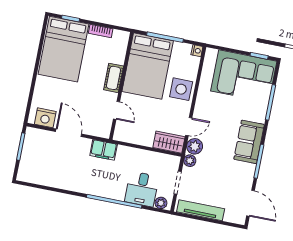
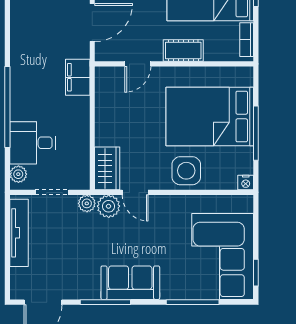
cot: (114, 78) -> (183, 51), moved
wall: (121, 86) -> (174, 64), moved
door: (116, 110) -> (138, 64), moved

